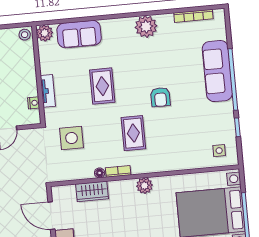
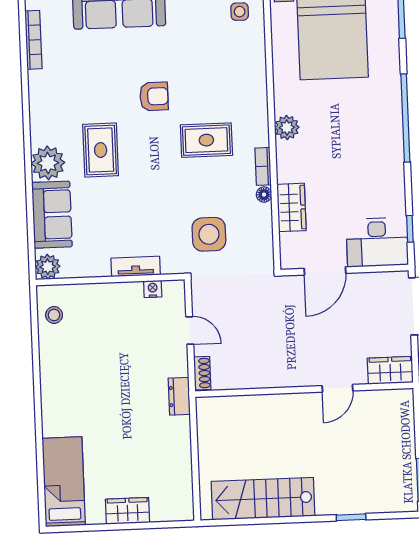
plant: (146, 27) -> (48, 163), moved
stool: (25, 35) -> (54, 315), moved
rug: (102, 86) -> (101, 150), moved, turned 90

